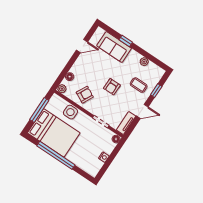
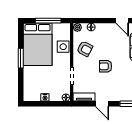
coffee table: (139, 85) -> (121, 87), removed
window: (56, 155) -> (21, 58), width x0.47

